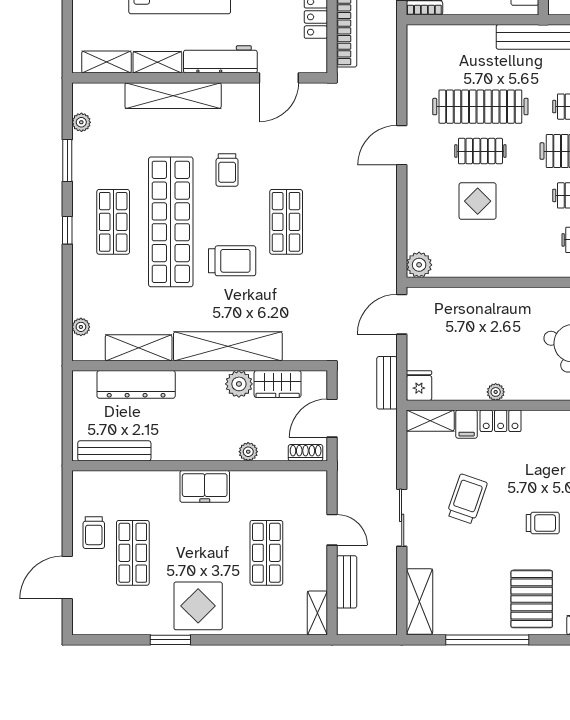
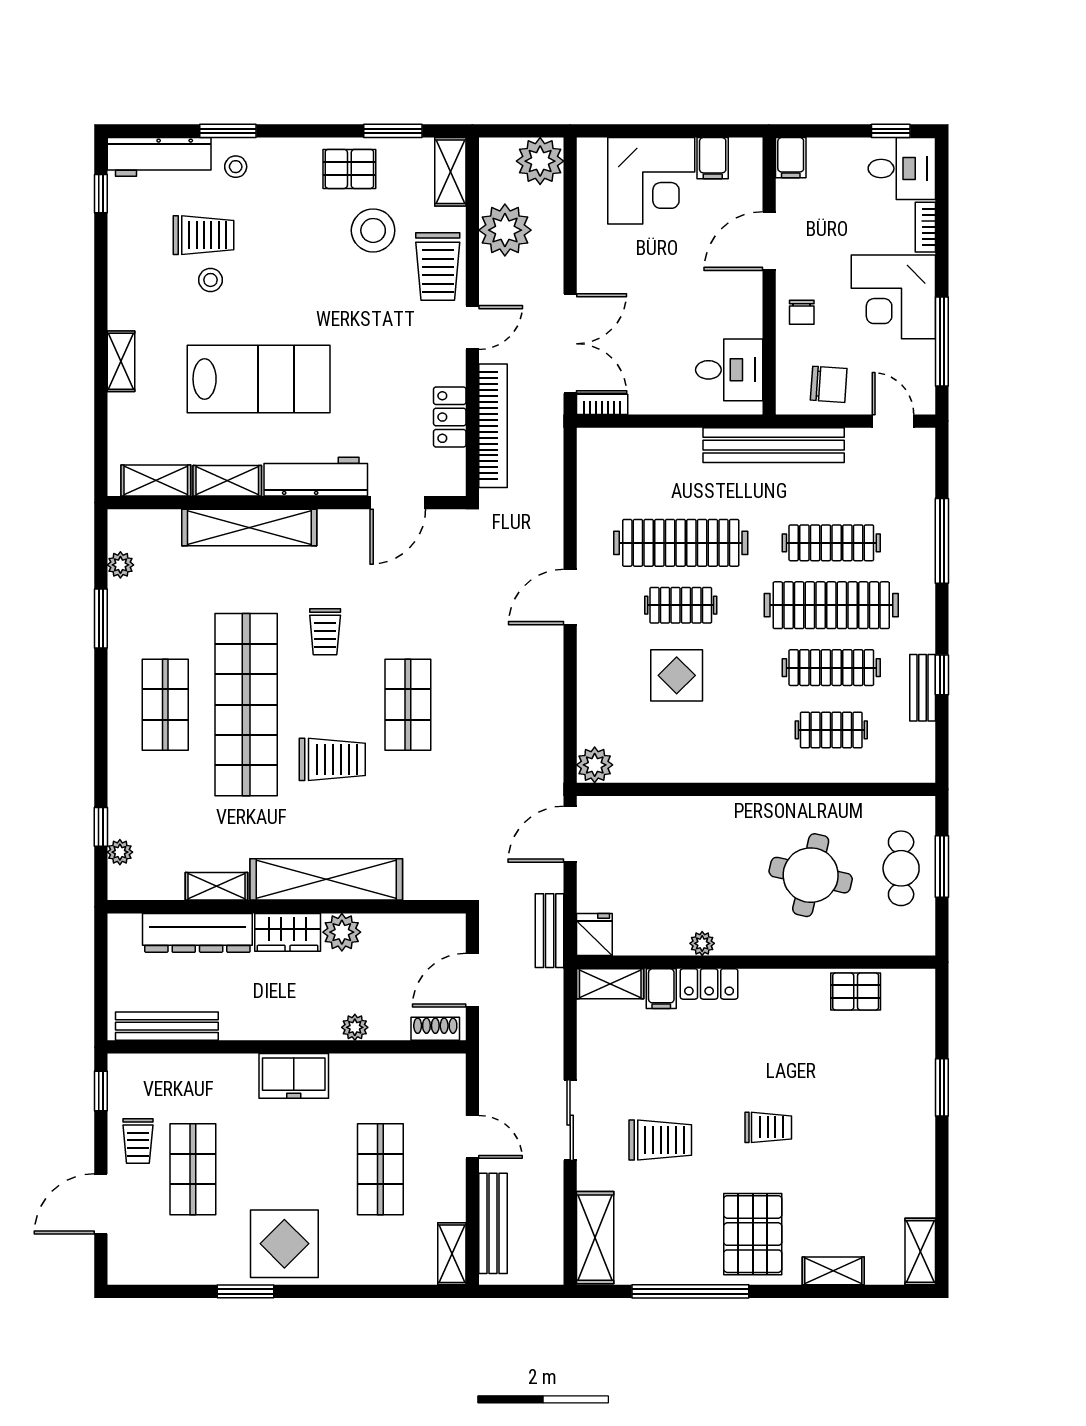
window: (67, 230) -> (101, 827), moved
shelving: (139, 348) -> (216, 886), width x0.67, depth x0.75
wardrobe: (278, 384) -> (288, 932), moved
window: (67, 497) -> (101, 1091), added
trolley: (467, 499) -> (660, 1140), moved, turned 71
bench: (347, 582) -> (493, 1223), width x1.36

